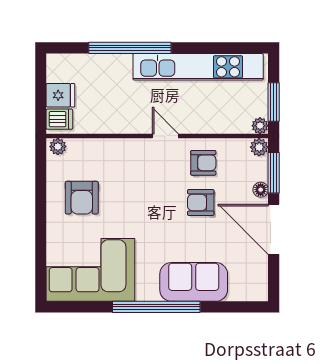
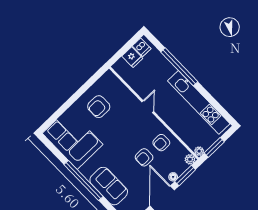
dishwasher: (59, 119) -> (142, 47), moved
door: (165, 136) -> (148, 107), moved
plant: (58, 147) -> (110, 76), removed
armchair: (203, 163) -> (161, 143), turned 90
armchair: (201, 202) -> (144, 157), turned -90

